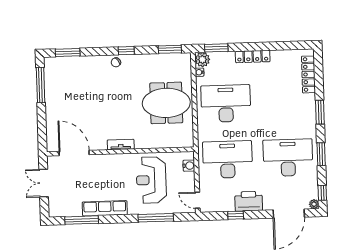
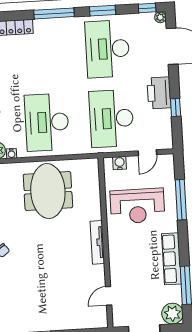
window: (320, 112) -> (54, 13), width x1.44
tv unit: (121, 145) -> (97, 242), width x1.41
door: (74, 153) -> (109, 296), width x0.53
door: (197, 200) -> (147, 153), moved
plant: (57, 208) -> (172, 314), added

